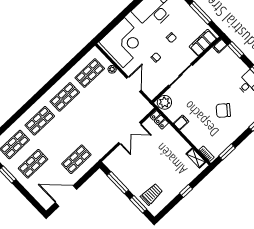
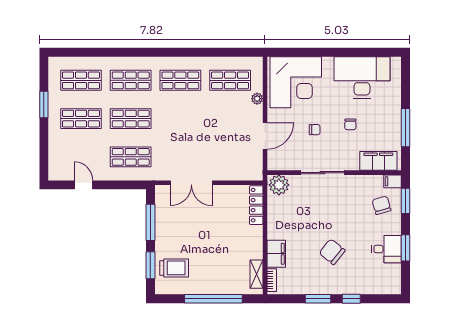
chair: (226, 63) -> (382, 205), added
locker: (159, 120) -> (256, 205), width x1.53
filing cabinet: (181, 122) -> (276, 254), moved, width x2.00
double door: (130, 133) -> (191, 183), moved
shop shelf: (58, 140) -> (131, 119), added
window: (227, 152) -> (318, 299), moved
window: (186, 191) -> (213, 299), width x3.17
door: (66, 196) -> (83, 185), width x0.53

